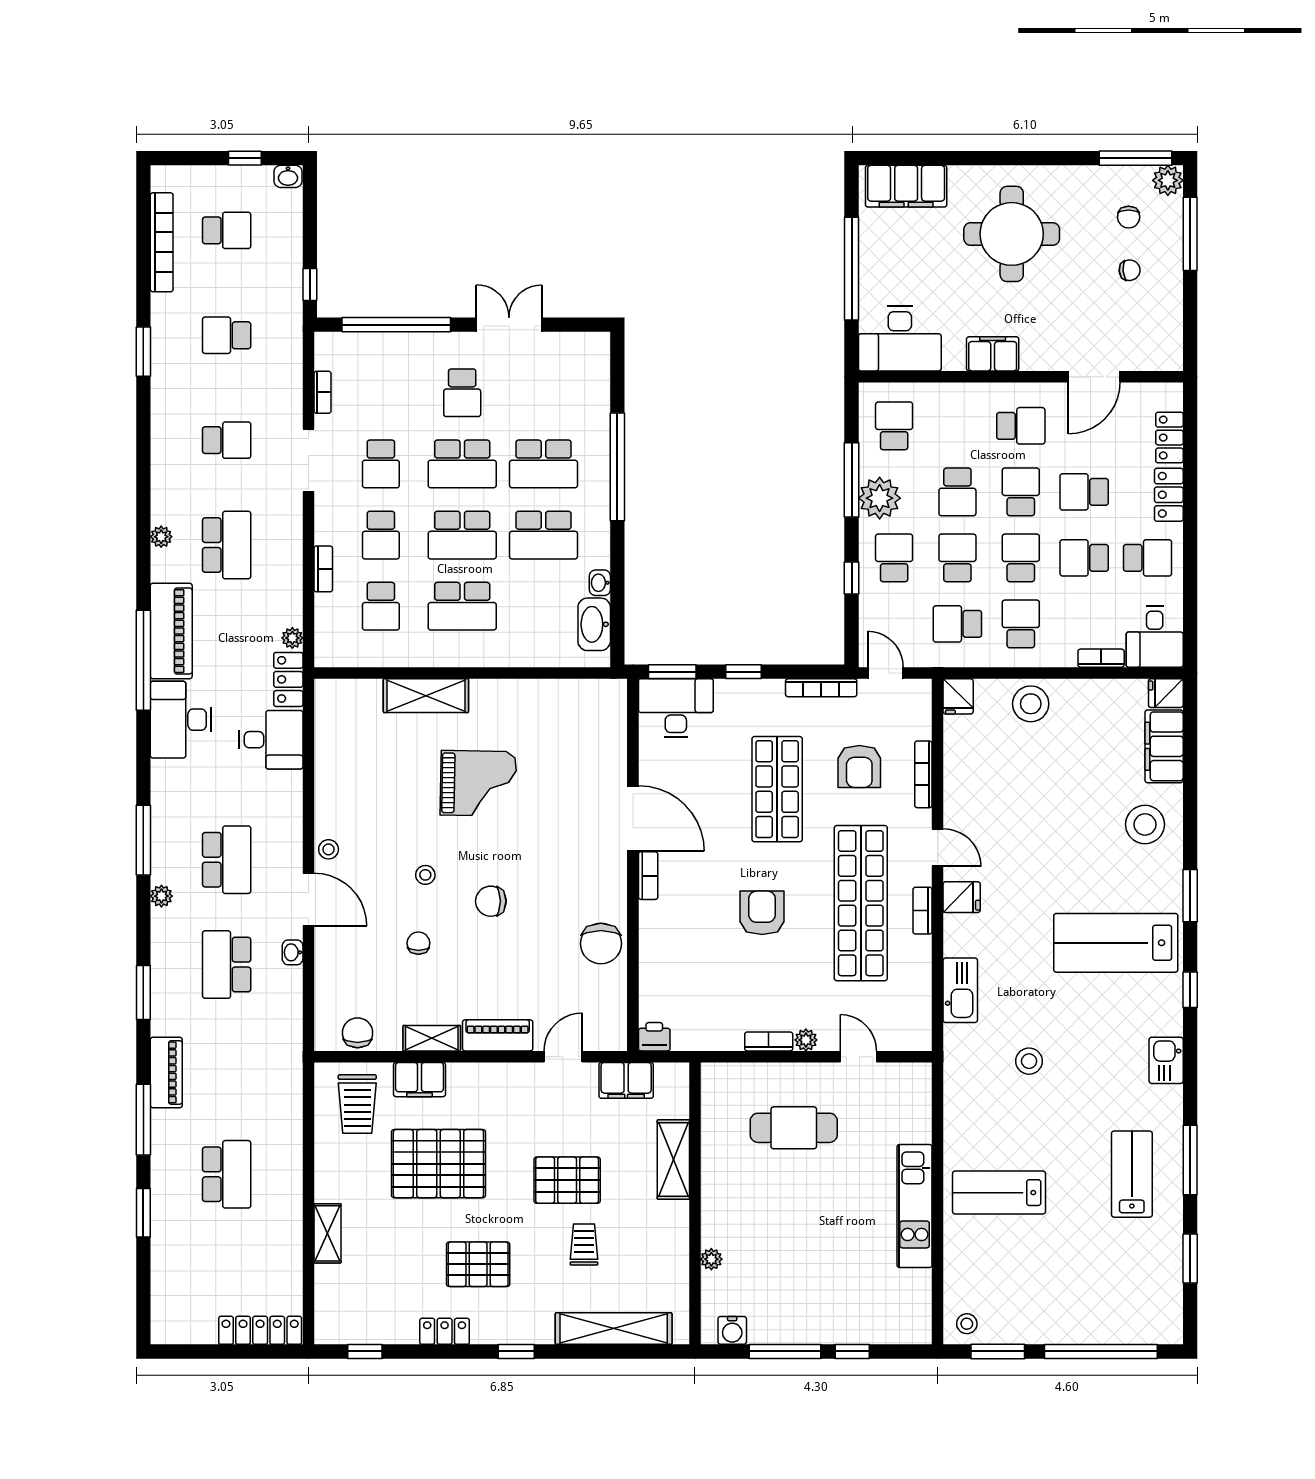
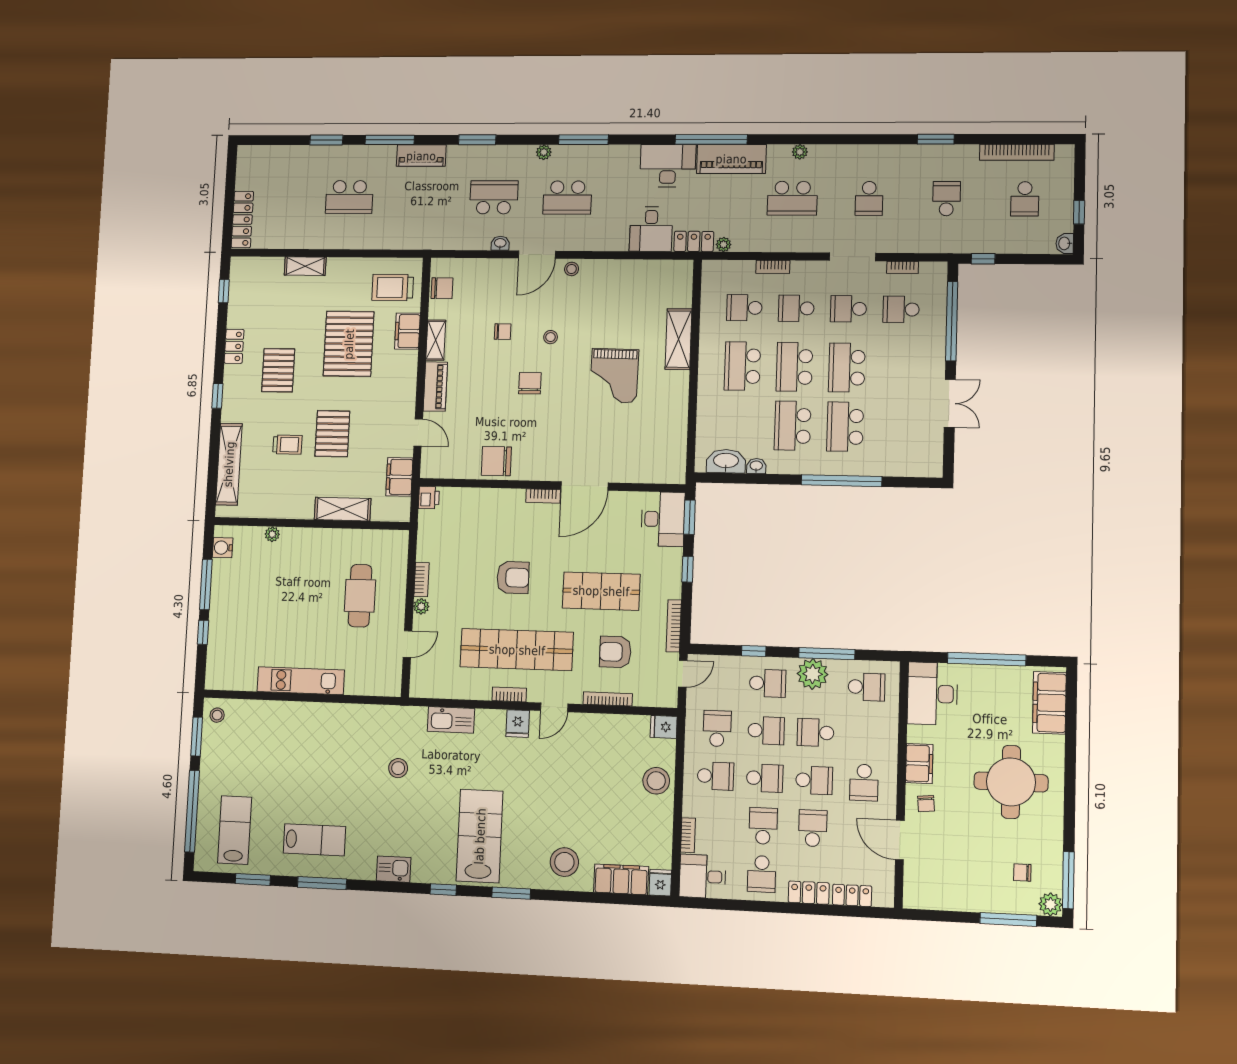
chair: (1130, 270) -> (926, 804), moved
school desk: (462, 393) -> (901, 309), moved
lab bench: (999, 1193) -> (235, 830), moved

